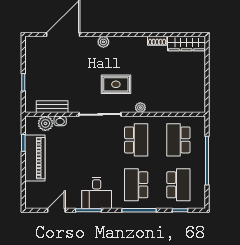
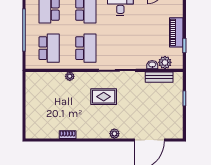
wardrobe: (187, 44) -> (42, 132), removed
plant: (140, 108) -> (70, 76), moved
school desk: (136, 140) -> (86, 48), turned 180
piano: (35, 158) -> (176, 32), width x0.73, depth x0.75

